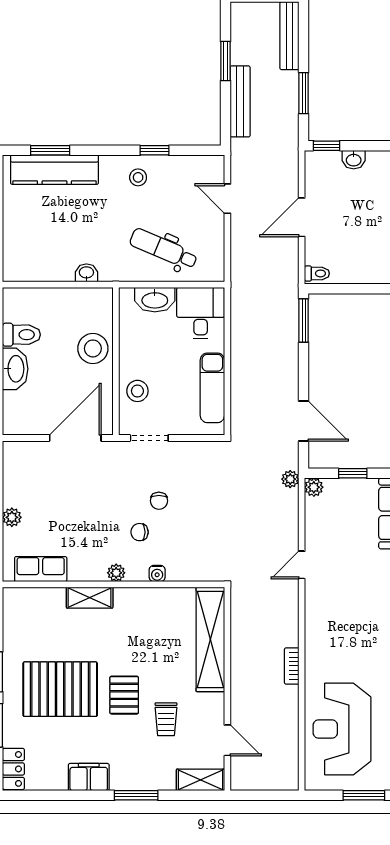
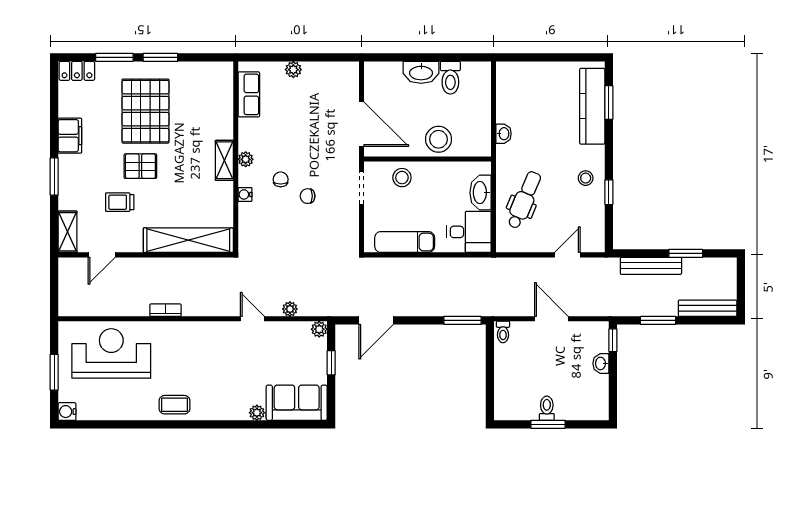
plant: (290, 479) -> (290, 309), moved
shelving: (90, 598) -> (224, 160), moved

